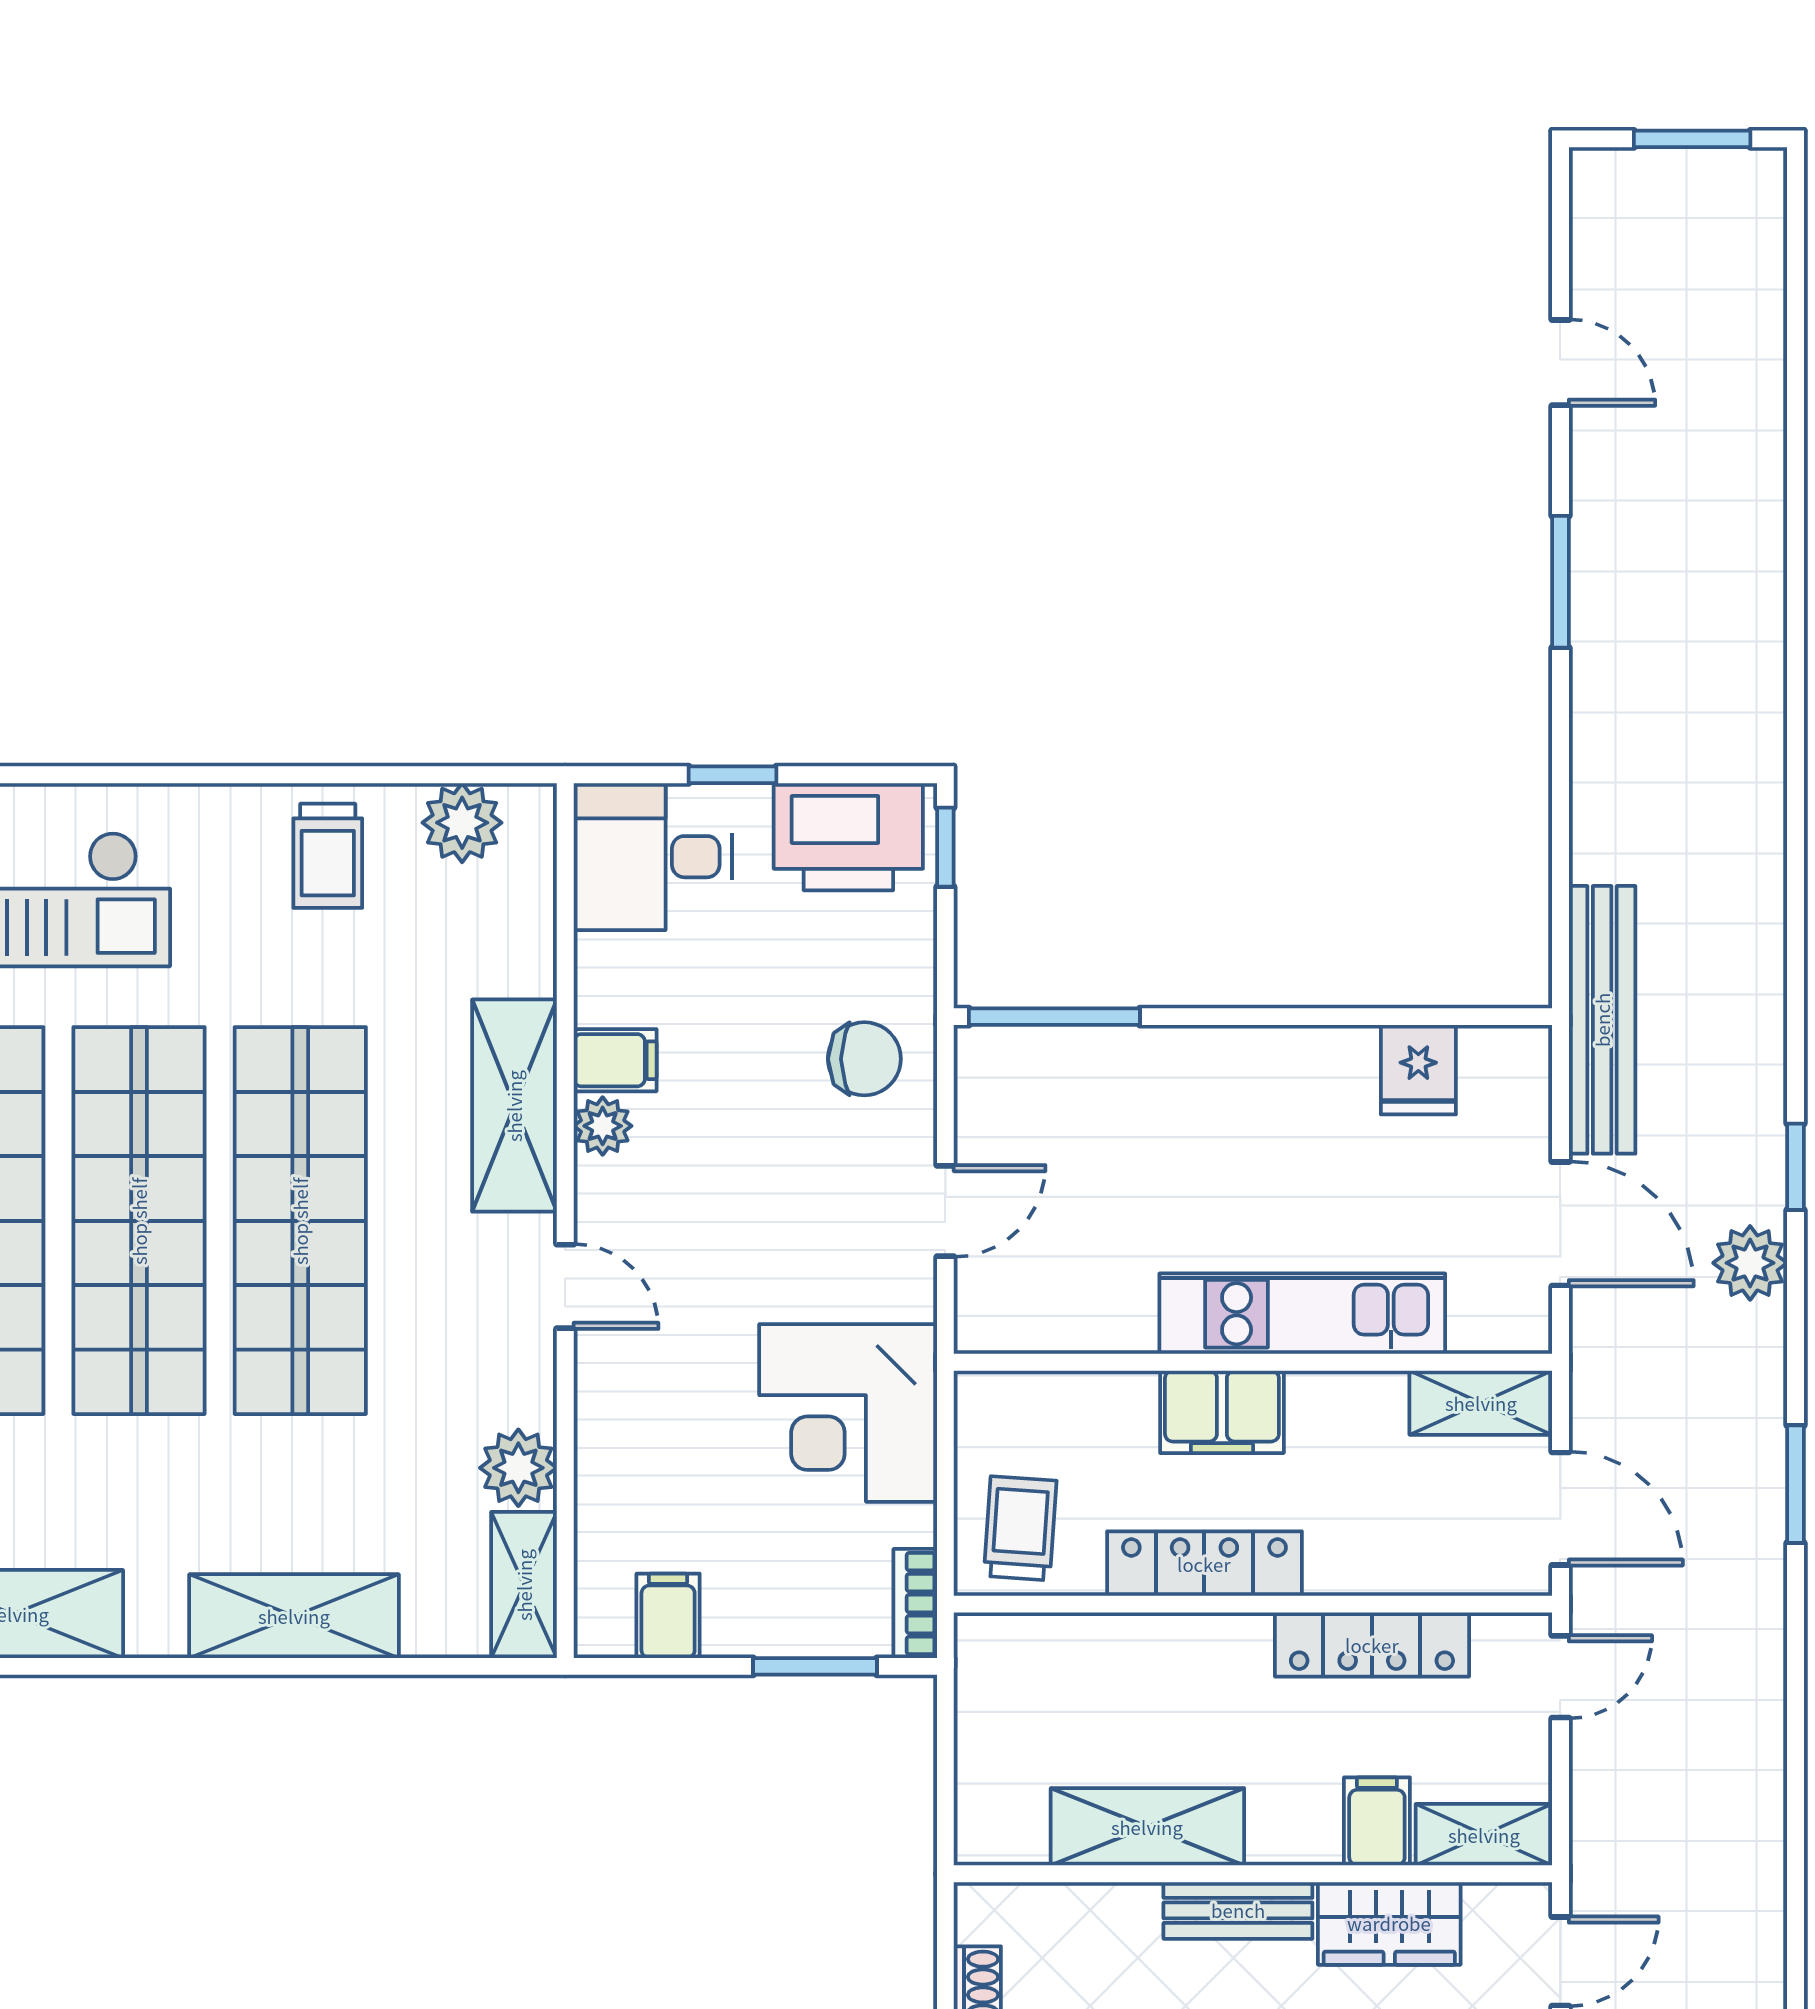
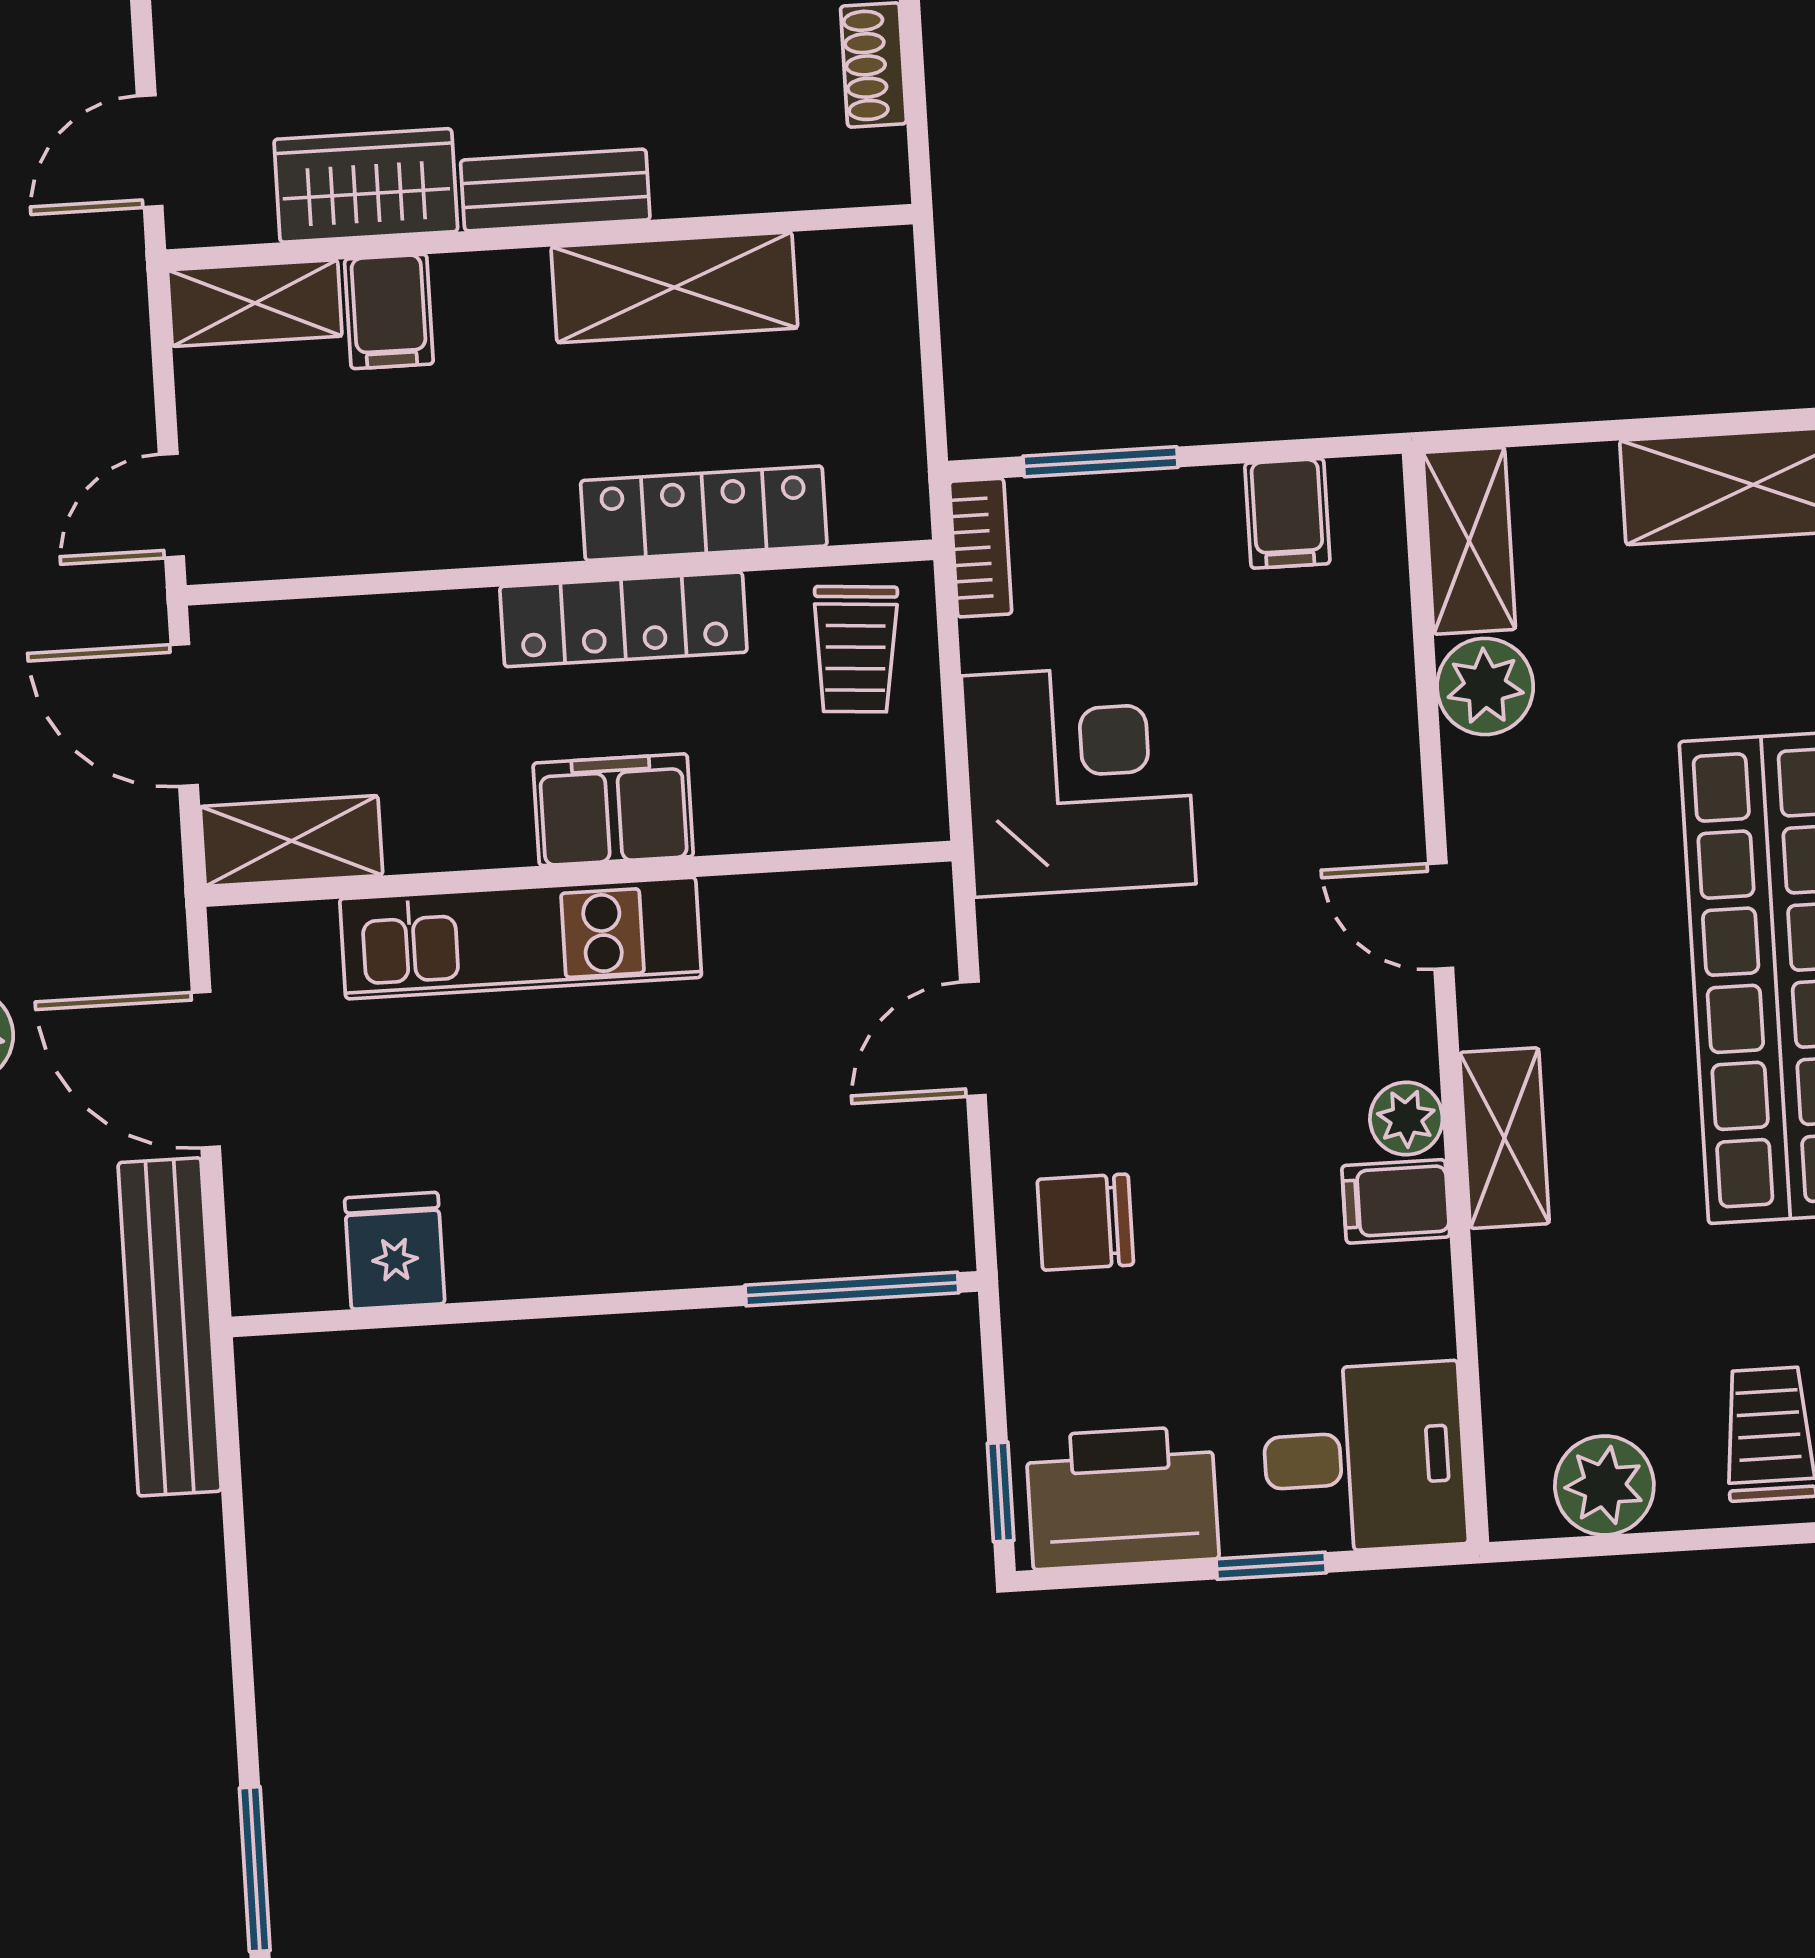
shelving: (514, 1106) -> (1504, 1138), width x0.67, depth x0.75
locker: (1372, 1645) -> (704, 513), moved

